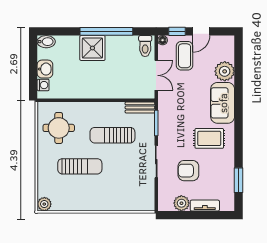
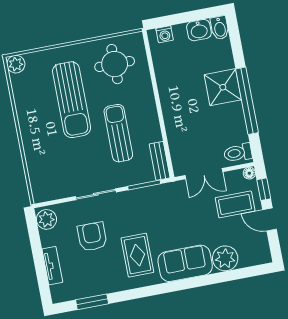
washbasin: (45, 69) -> (199, 30), moved
sun lounger: (80, 166) -> (72, 100), width x1.36, depth x1.34
plant: (181, 203) -> (46, 219), moved

